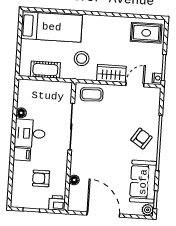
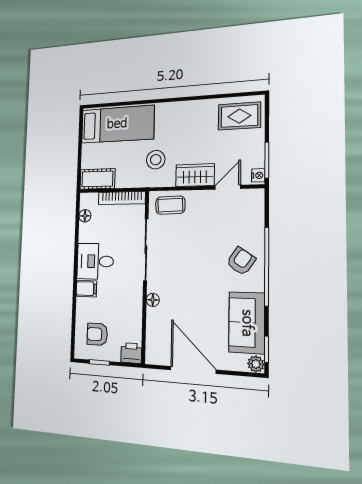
cot: (45, 70) -> (97, 179), moved
bookcase: (53, 86) -> (122, 198), added
floor lamp: (21, 113) -> (85, 216), moved
armchair: (41, 178) -> (97, 334), moved
floor lamp: (74, 180) -> (153, 300), moved

